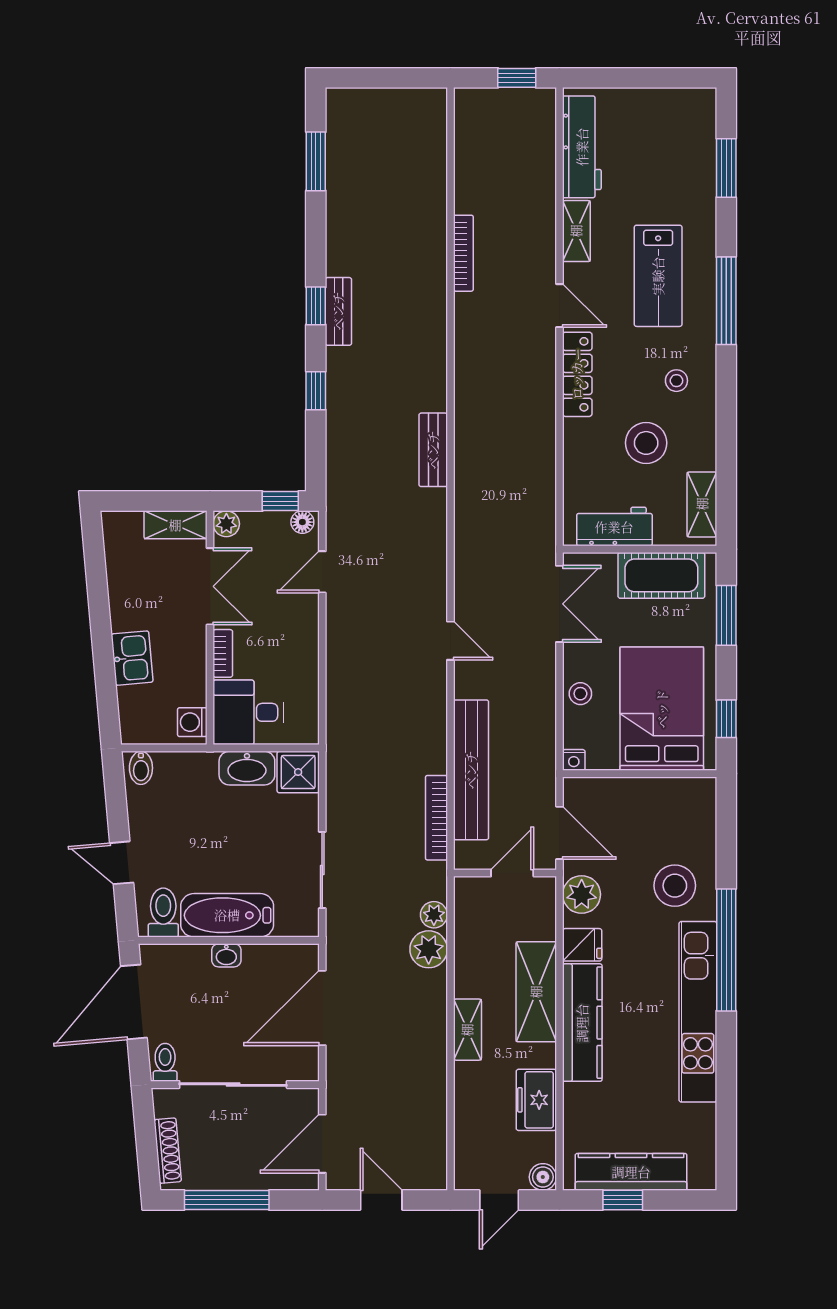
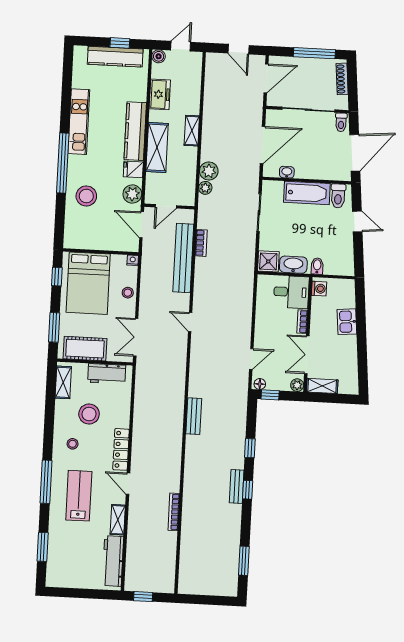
bidet: (141, 768) -> (317, 266), moved
bookcase: (436, 818) -> (201, 243), width x0.64
washbasin: (226, 955) -> (287, 172), moved
kitchen unit: (698, 1012) -> (79, 122), width x0.73

